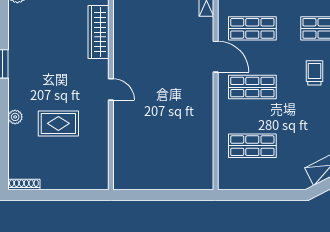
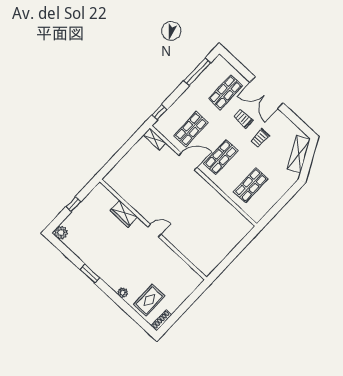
wardrobe: (98, 32) -> (124, 214), width x0.67
trolley: (311, 109) -> (260, 138), added
rug: (58, 123) -> (149, 300), moved

